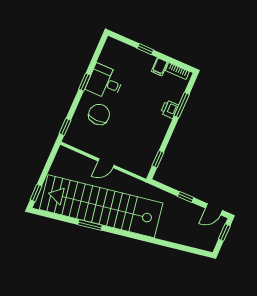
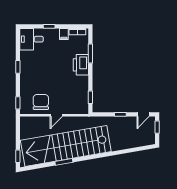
desk: (105, 82) -> (31, 39), moved
printer: (169, 109) -> (81, 65), width x1.87, depth x1.48
chair: (99, 114) -> (41, 102), moved

